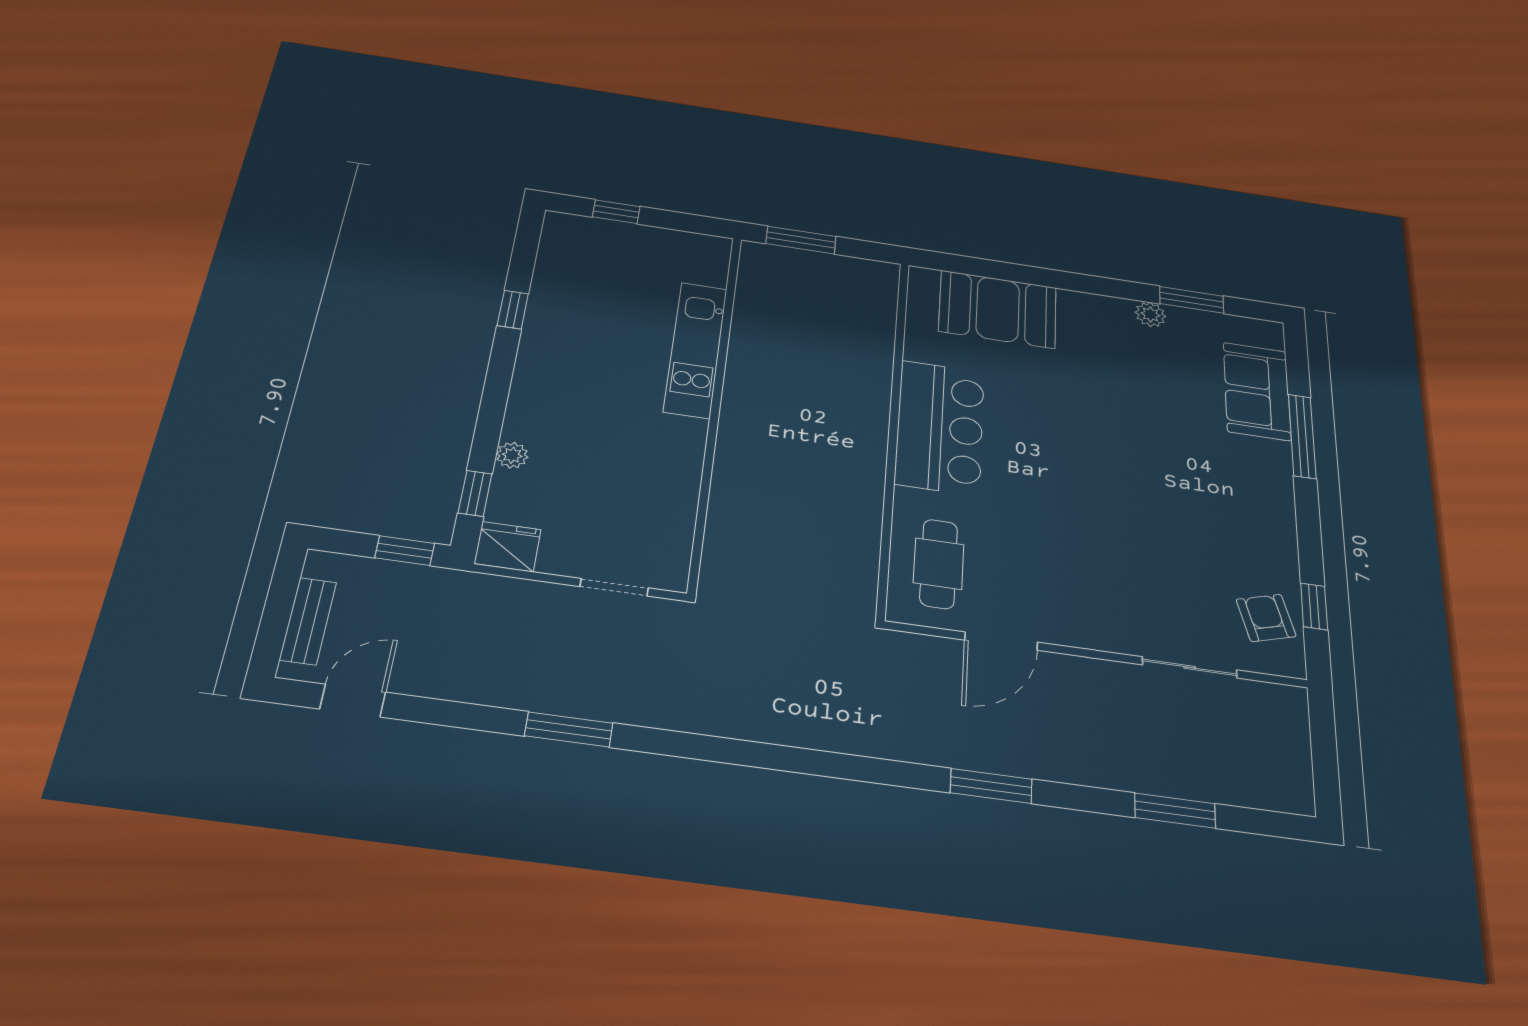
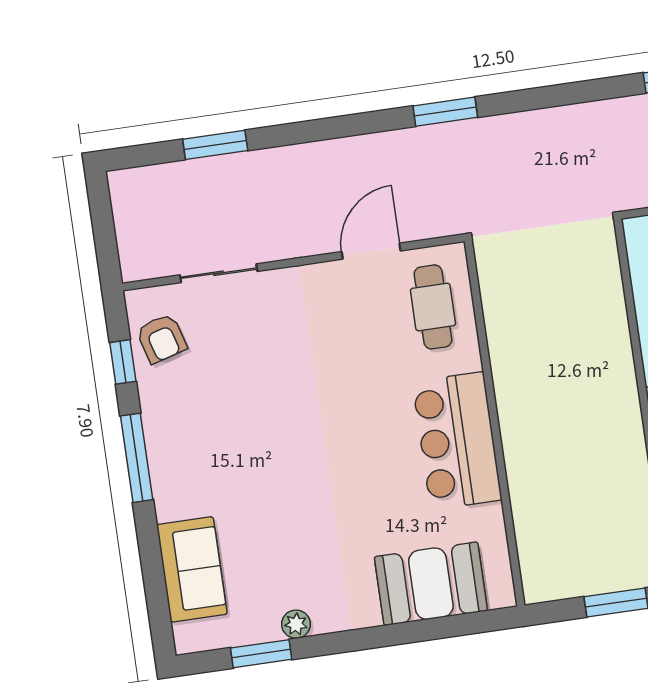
window: (1302, 436) -> (137, 458), moved
window: (991, 786) -> (445, 112), moved

